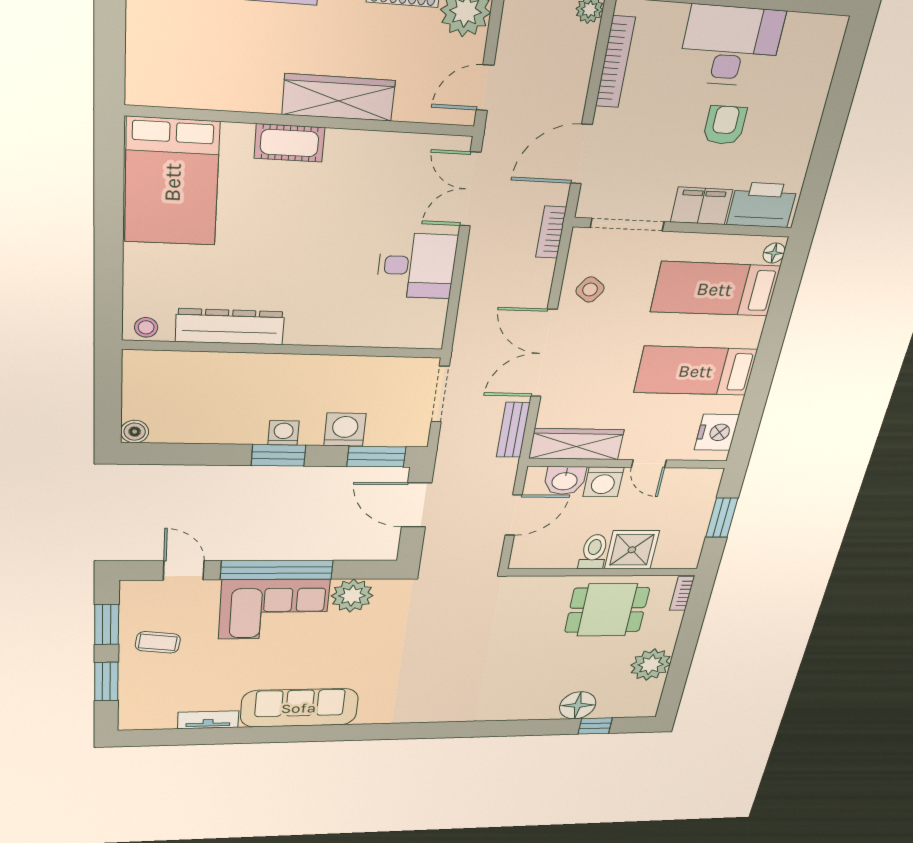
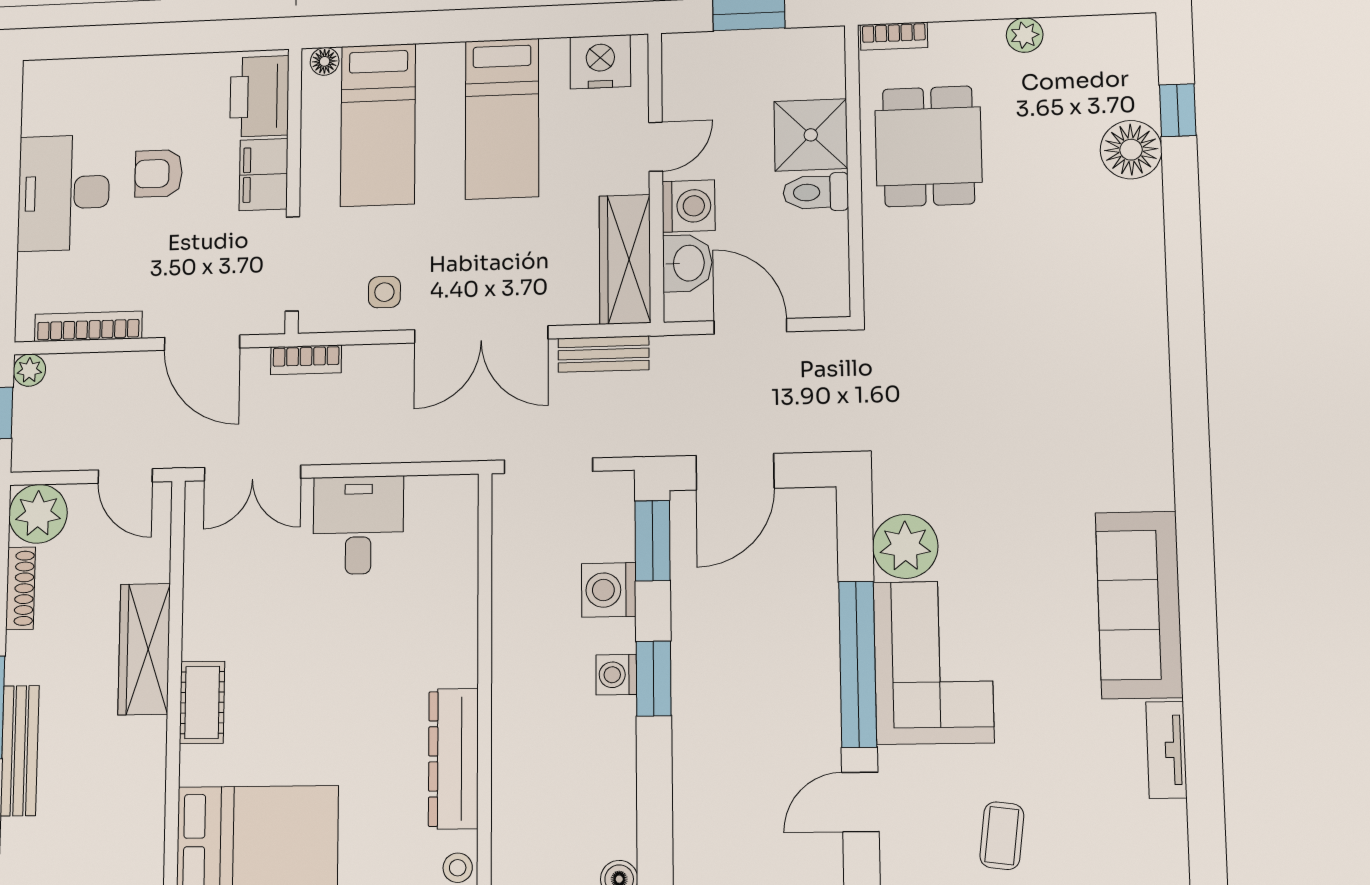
side table: (590, 289) -> (384, 292), turned -36
plant: (651, 665) -> (1025, 35), width x0.53, depth x0.53

